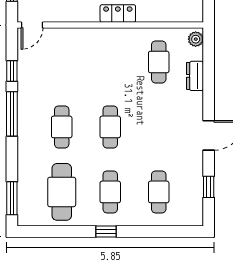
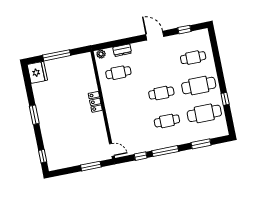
cafe table: (110, 192) -> (199, 86), width x1.37, depth x1.35
window: (12, 198) -> (201, 144), moved
window: (106, 232) -> (225, 99), moved

